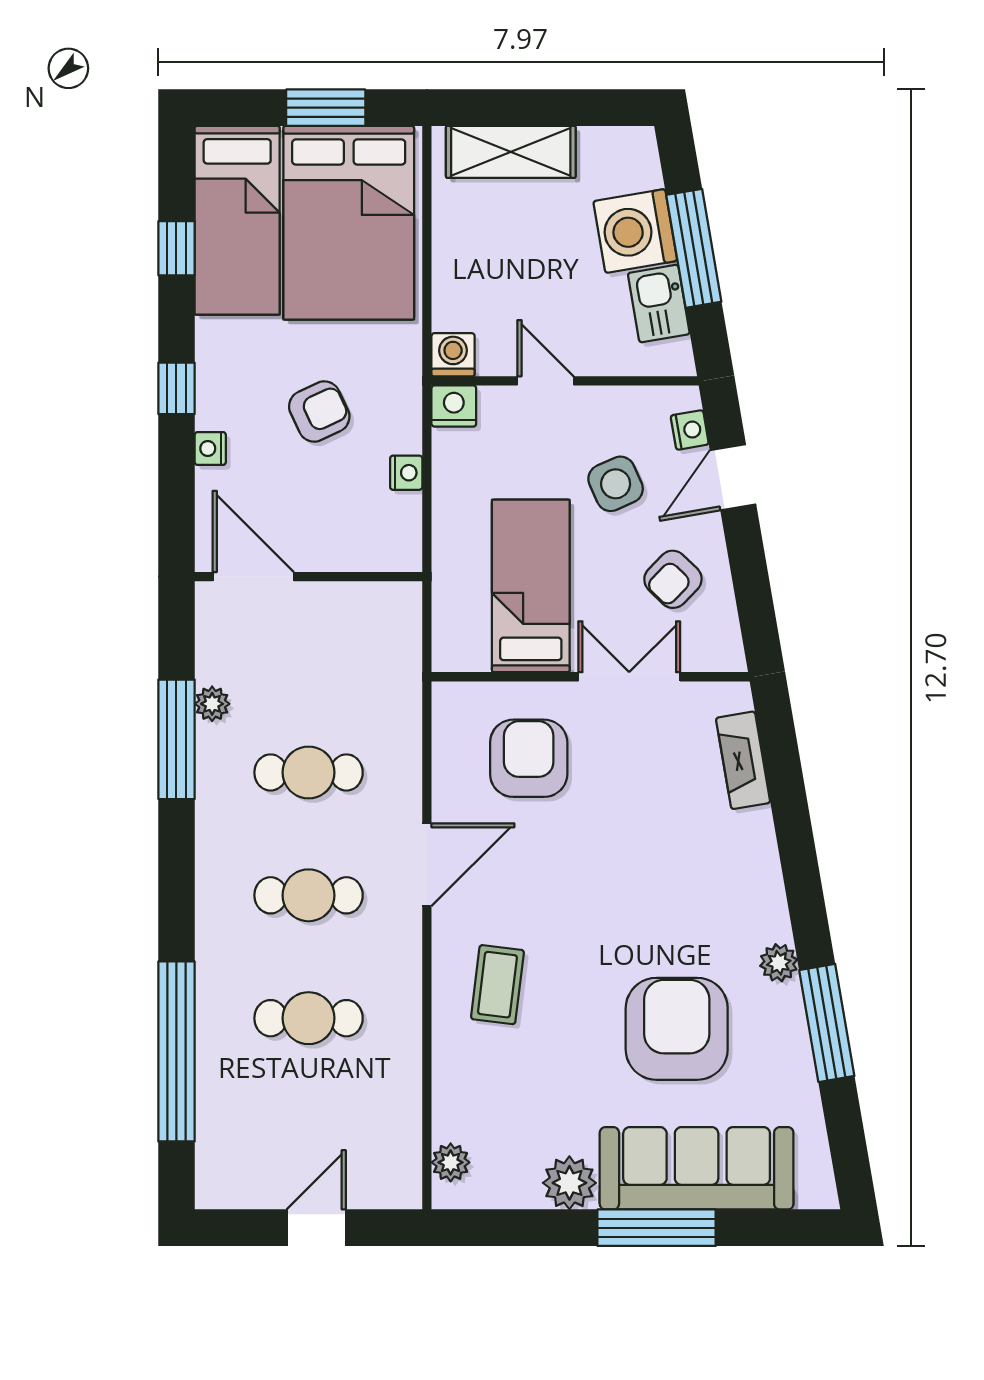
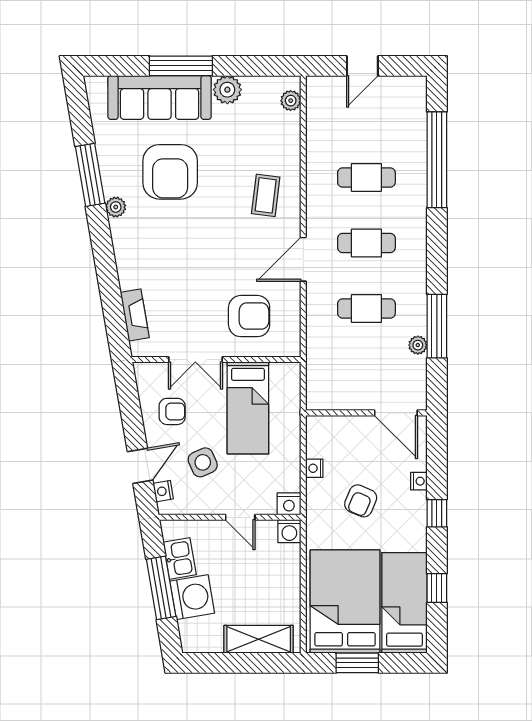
armchair: (319, 412) -> (361, 501), turned -42
armchair: (673, 579) -> (172, 411), turned 46
armchair: (529, 758) -> (249, 316), turned -90

